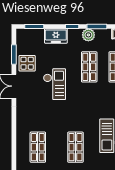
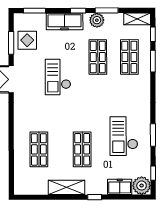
freezer: (56, 36) -> (65, 21), width x1.40
display table: (27, 63) -> (27, 40), moved
checkout: (55, 84) -> (58, 77), turned 180

